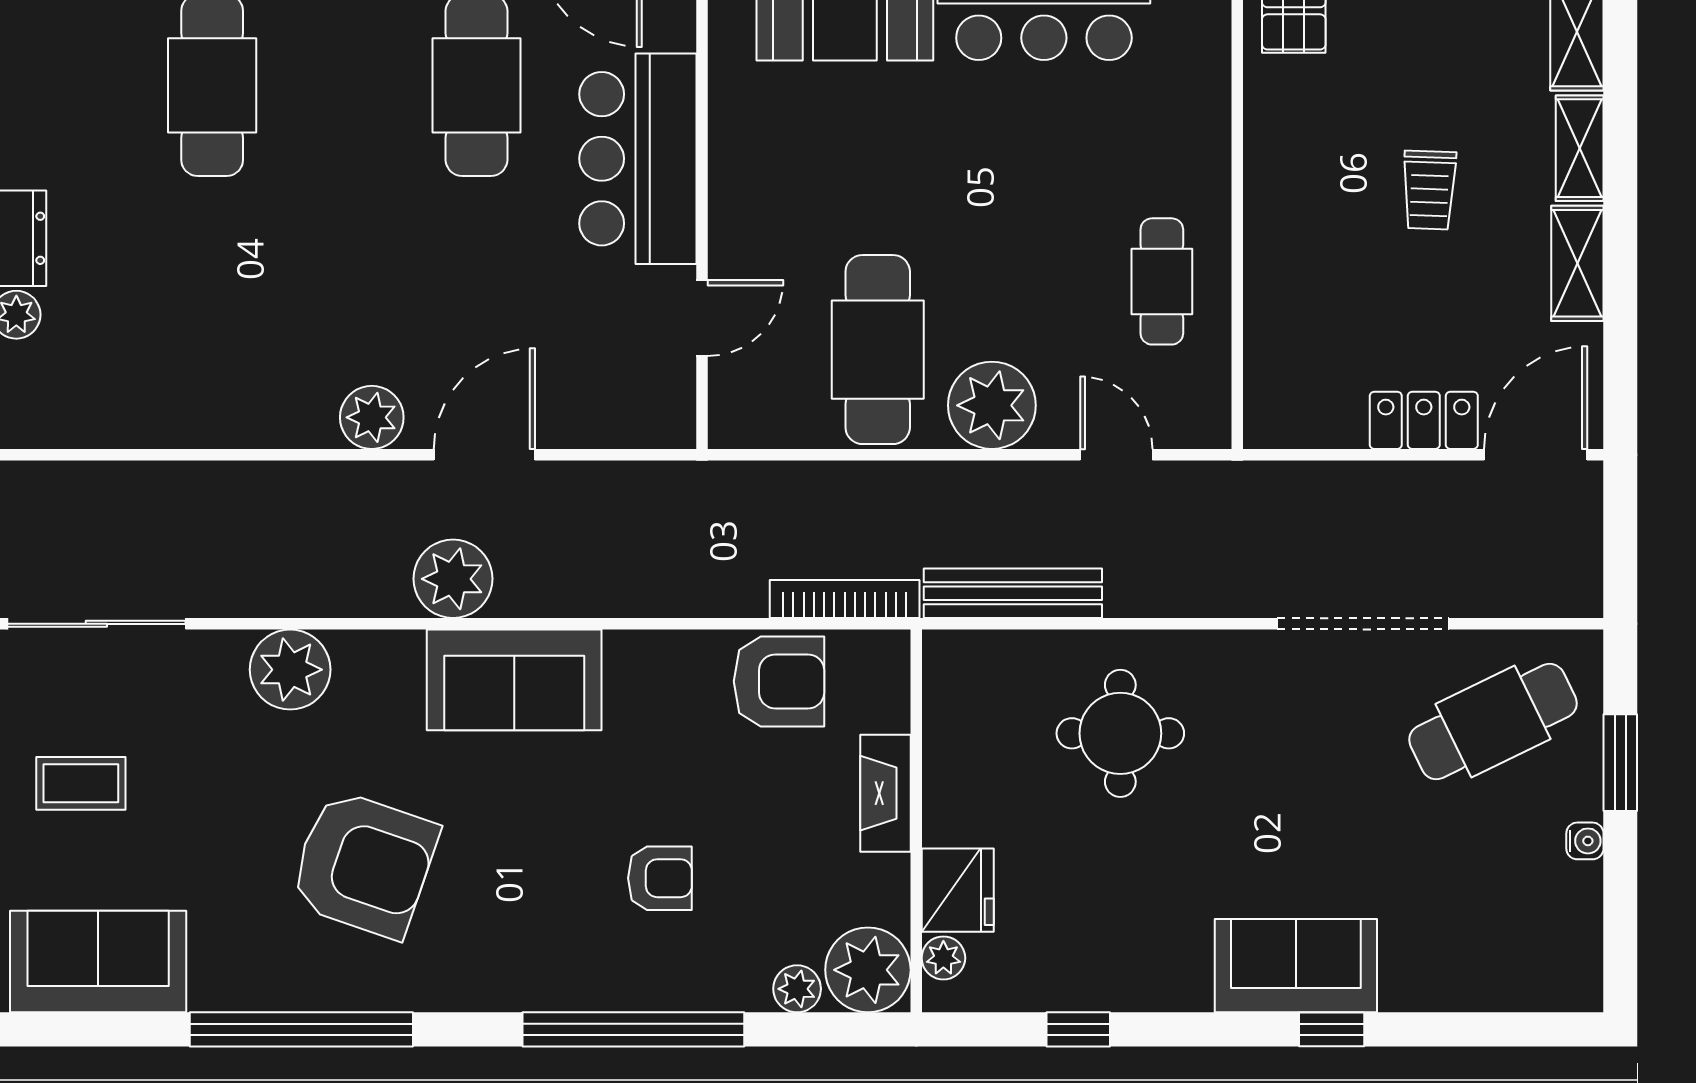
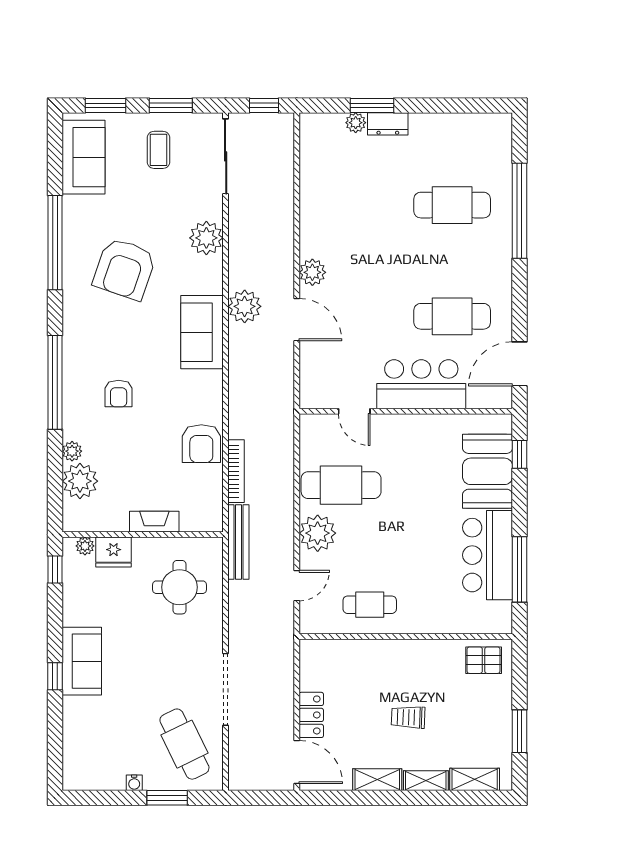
fireplace: (885, 793) -> (154, 522), moved
wall: (916, 821) -> (143, 535), moved
fridge: (958, 890) -> (114, 552), moved
plant: (943, 958) -> (85, 546), moved

